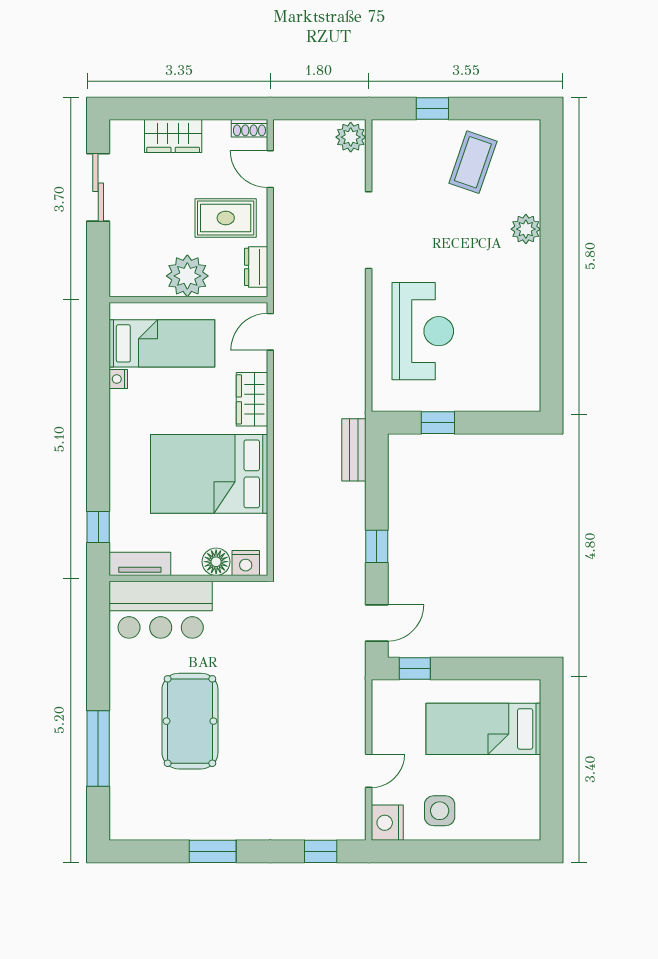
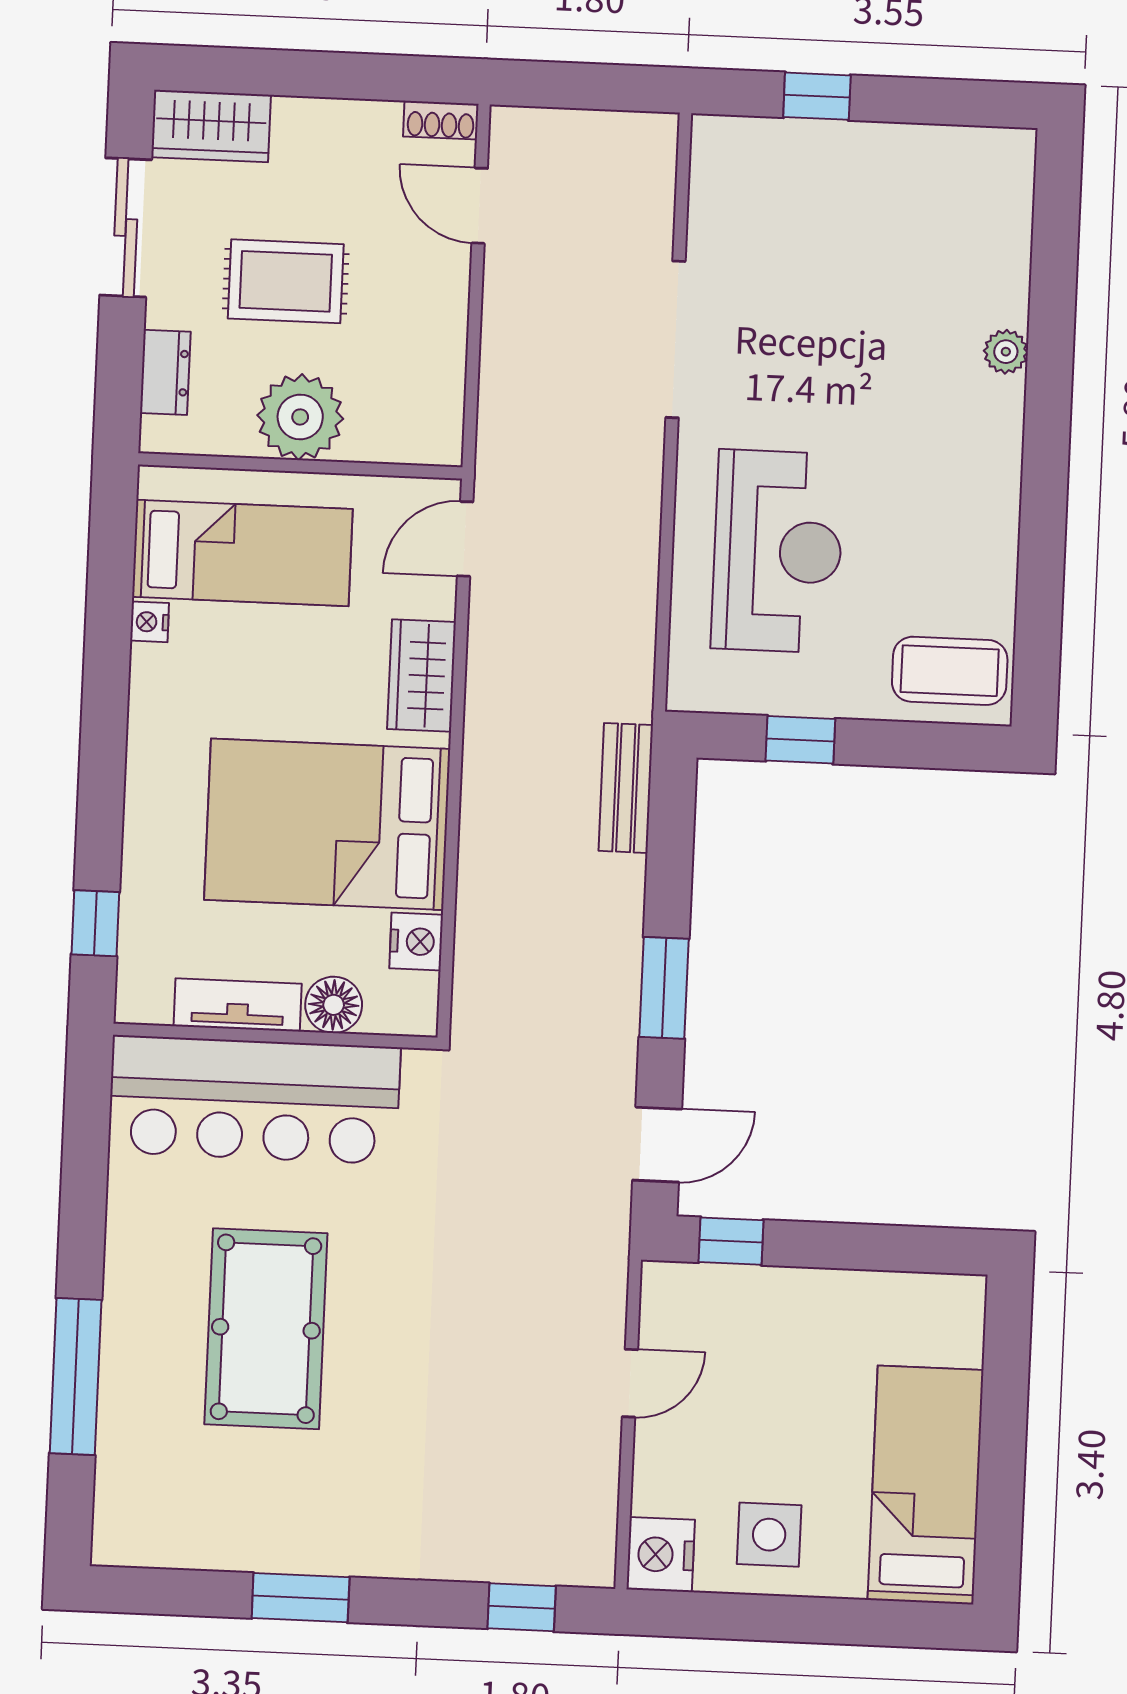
wardrobe: (173, 136) -> (211, 126), moved
plant: (351, 137) -> (647, 147), removed
coffee table: (473, 162) -> (950, 671), moved, turned 71
rug: (226, 218) -> (286, 281), moved
plant: (526, 229) -> (1006, 352), width x0.73, depth x0.73
dresser: (256, 267) -> (165, 372), moved, turned 180
window: (377, 546) -> (664, 988), width x1.50
nightstand: (246, 563) -> (416, 942), moved, turned -90
tv unit: (140, 564) -> (238, 1005), moved
bar counter: (161, 610) -> (254, 1100), width x1.36
bed: (483, 729) -> (925, 1485), moved, turned 90
door: (369, 771) -> (630, 1383), moved

